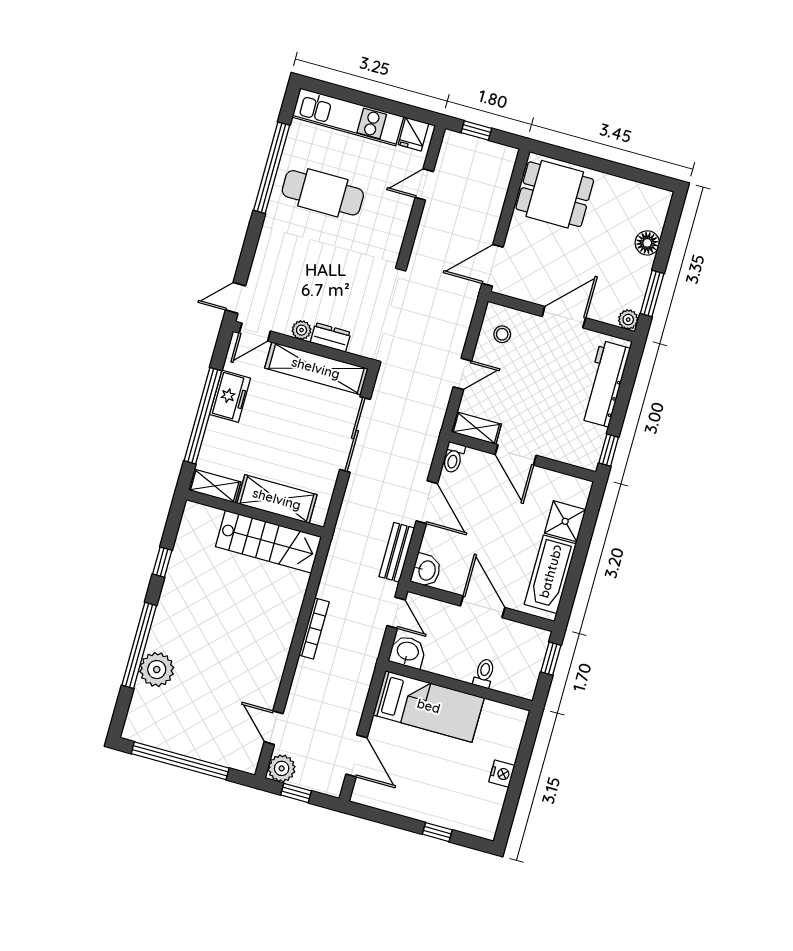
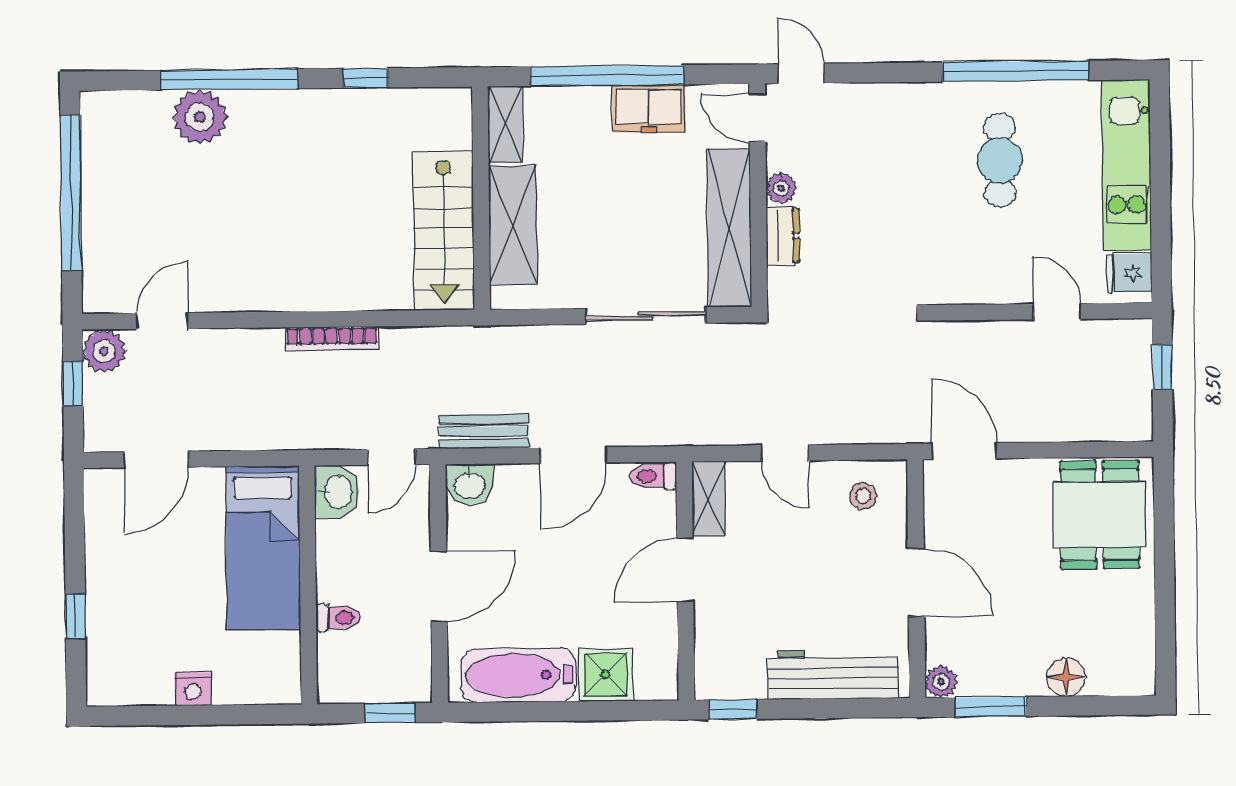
cafe table: (323, 193) -> (1000, 160), width x0.73, depth x0.74

